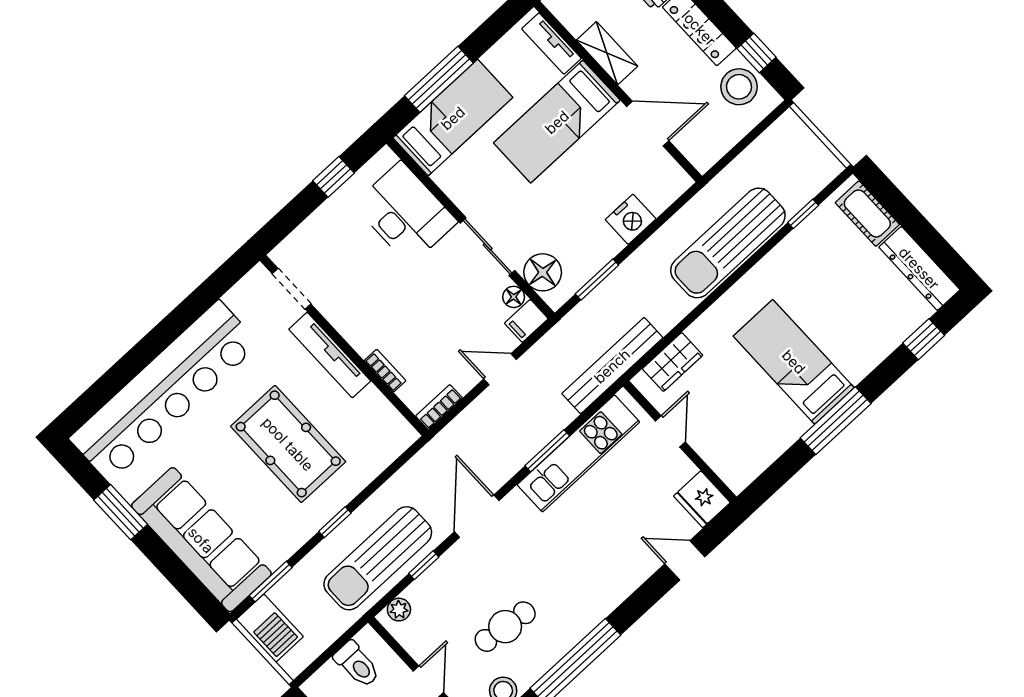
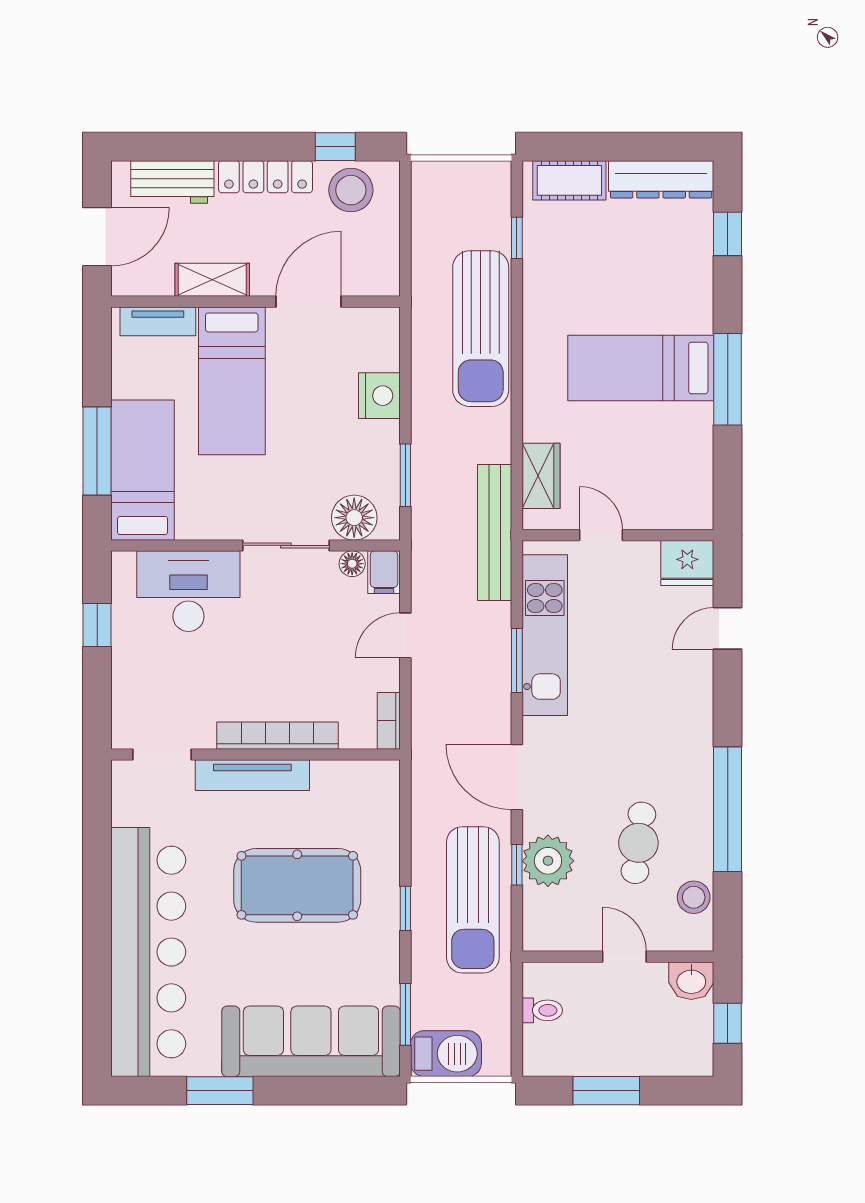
bookcase: (385, 371) -> (277, 736), width x2.31, depth x1.31
plant: (399, 610) -> (548, 861), moved, width x1.87, depth x1.87
toilet: (357, 664) -> (542, 1010), width x0.73, depth x0.72

